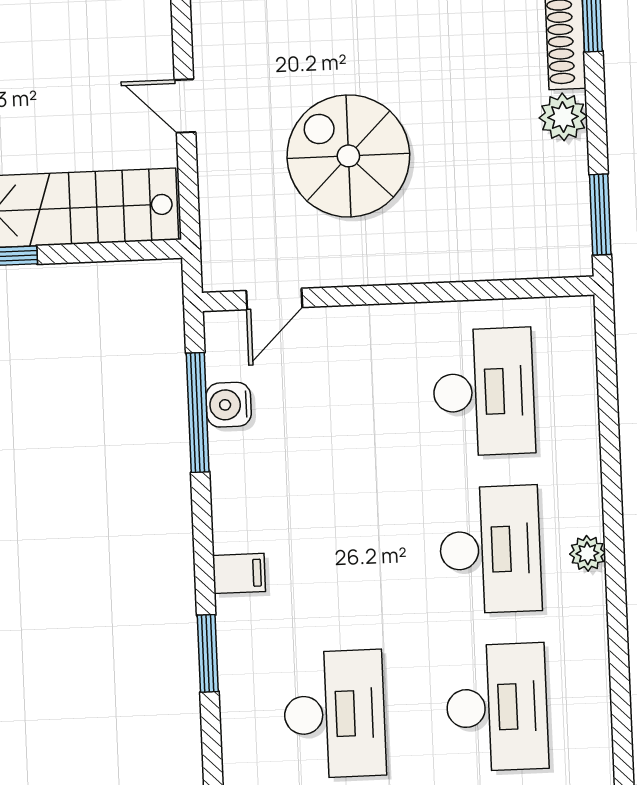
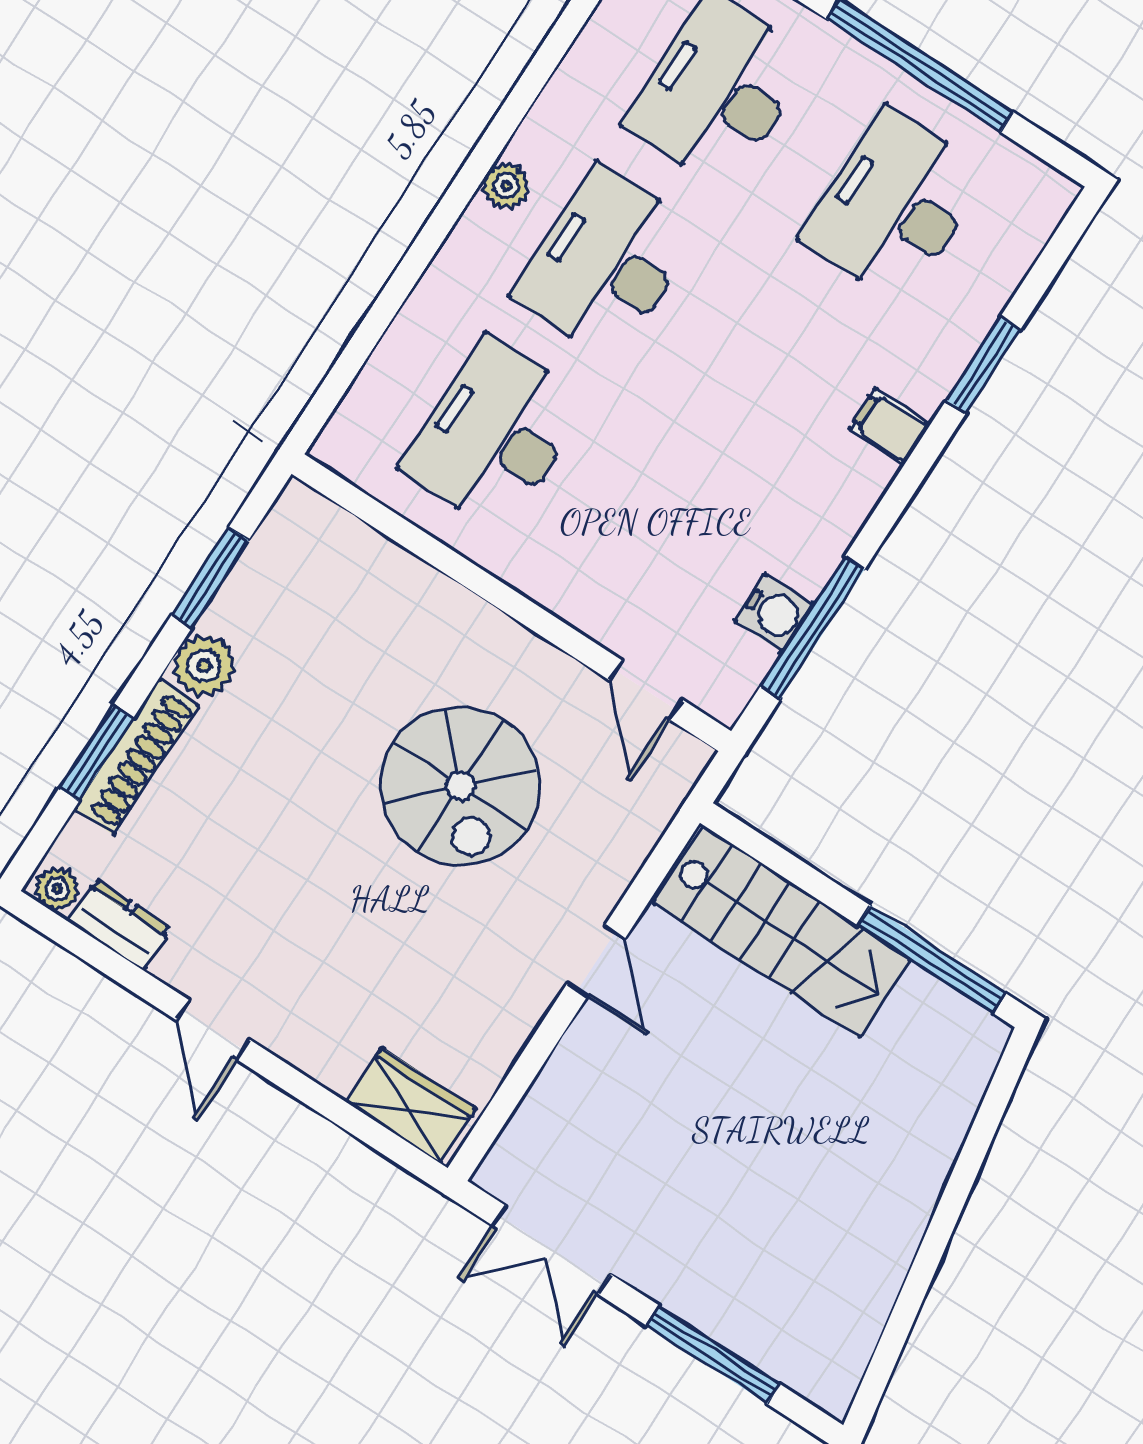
window: (600, 214) -> (210, 578), moved
door: (274, 299) -> (646, 690), swing flipped

